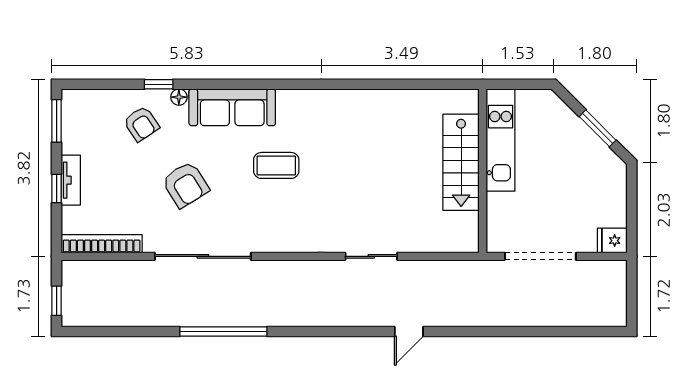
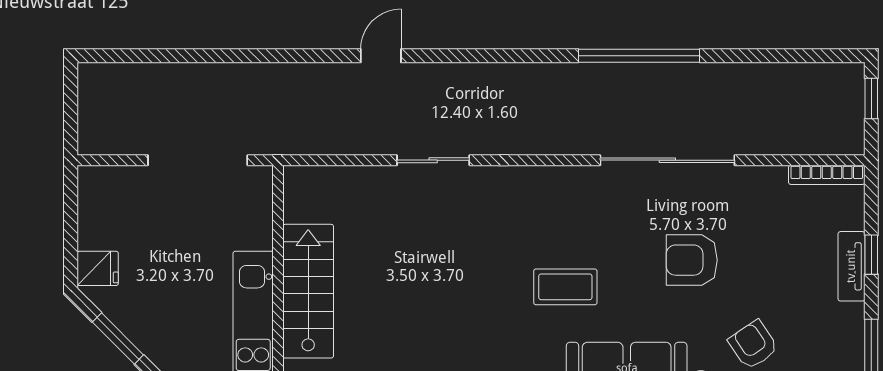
armchair: (185, 185) -> (692, 260), turned -58
fridge: (612, 241) -> (98, 268), moved
bookcase: (102, 244) -> (827, 175), width x0.68, depth x0.76

